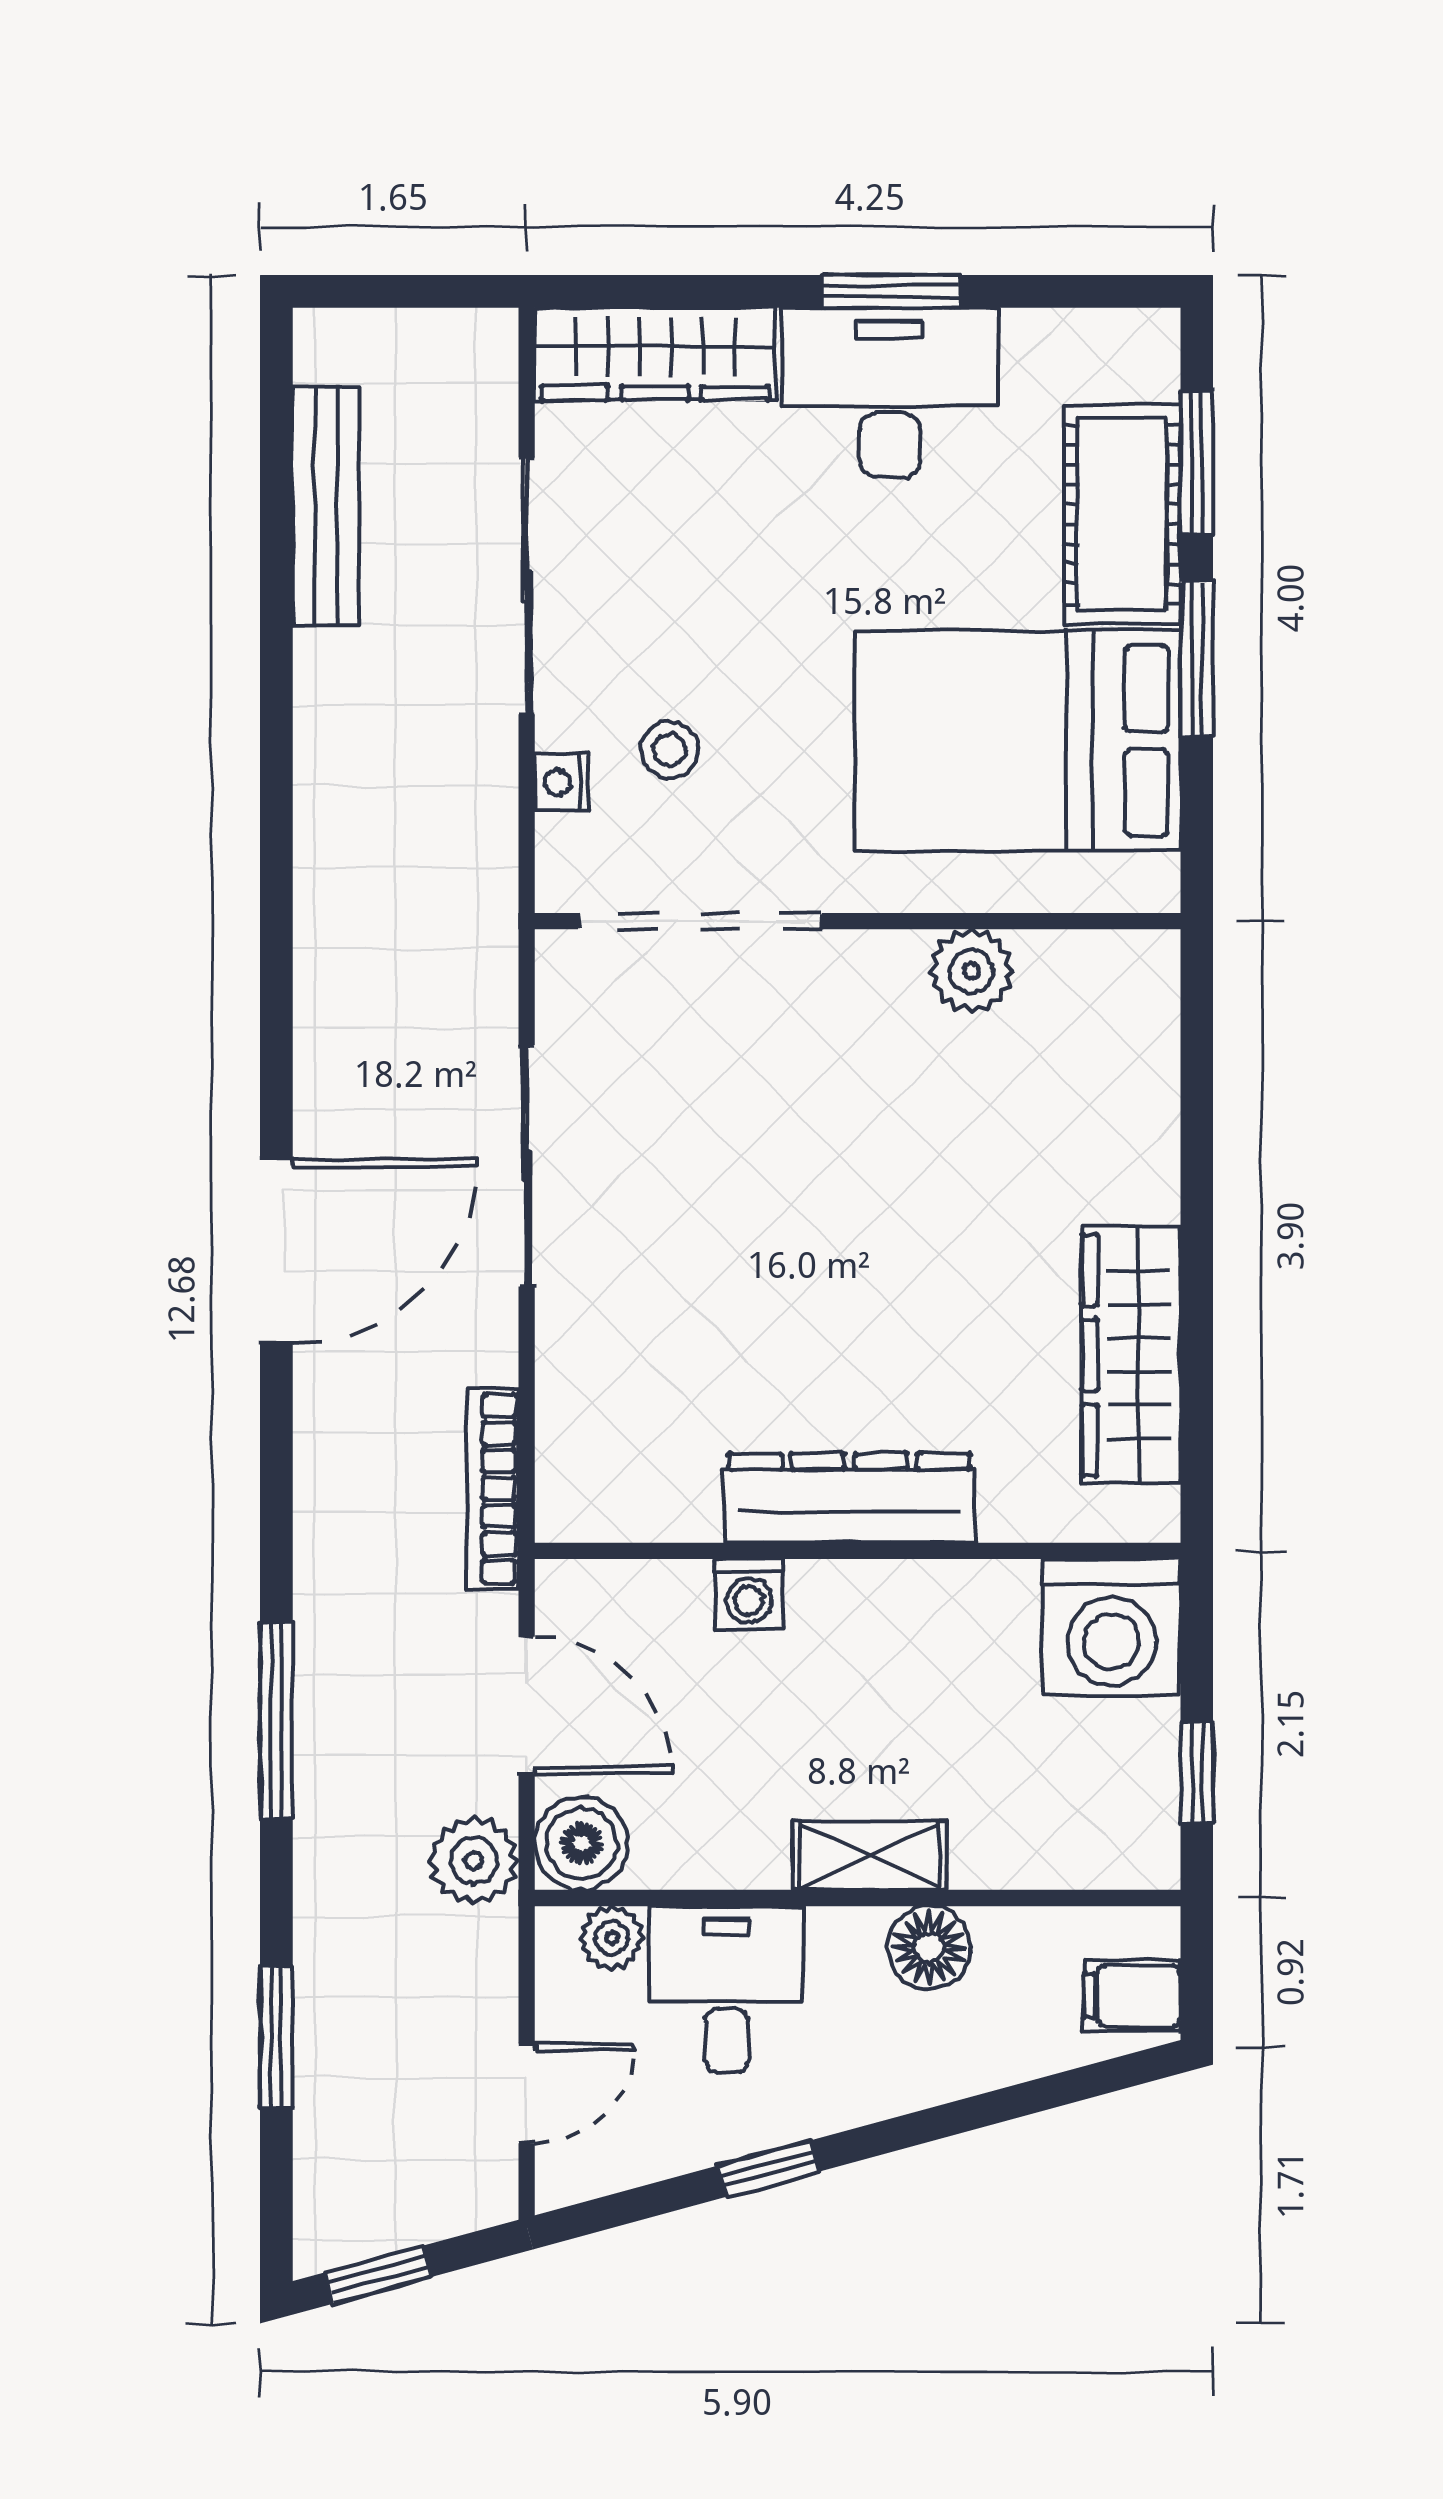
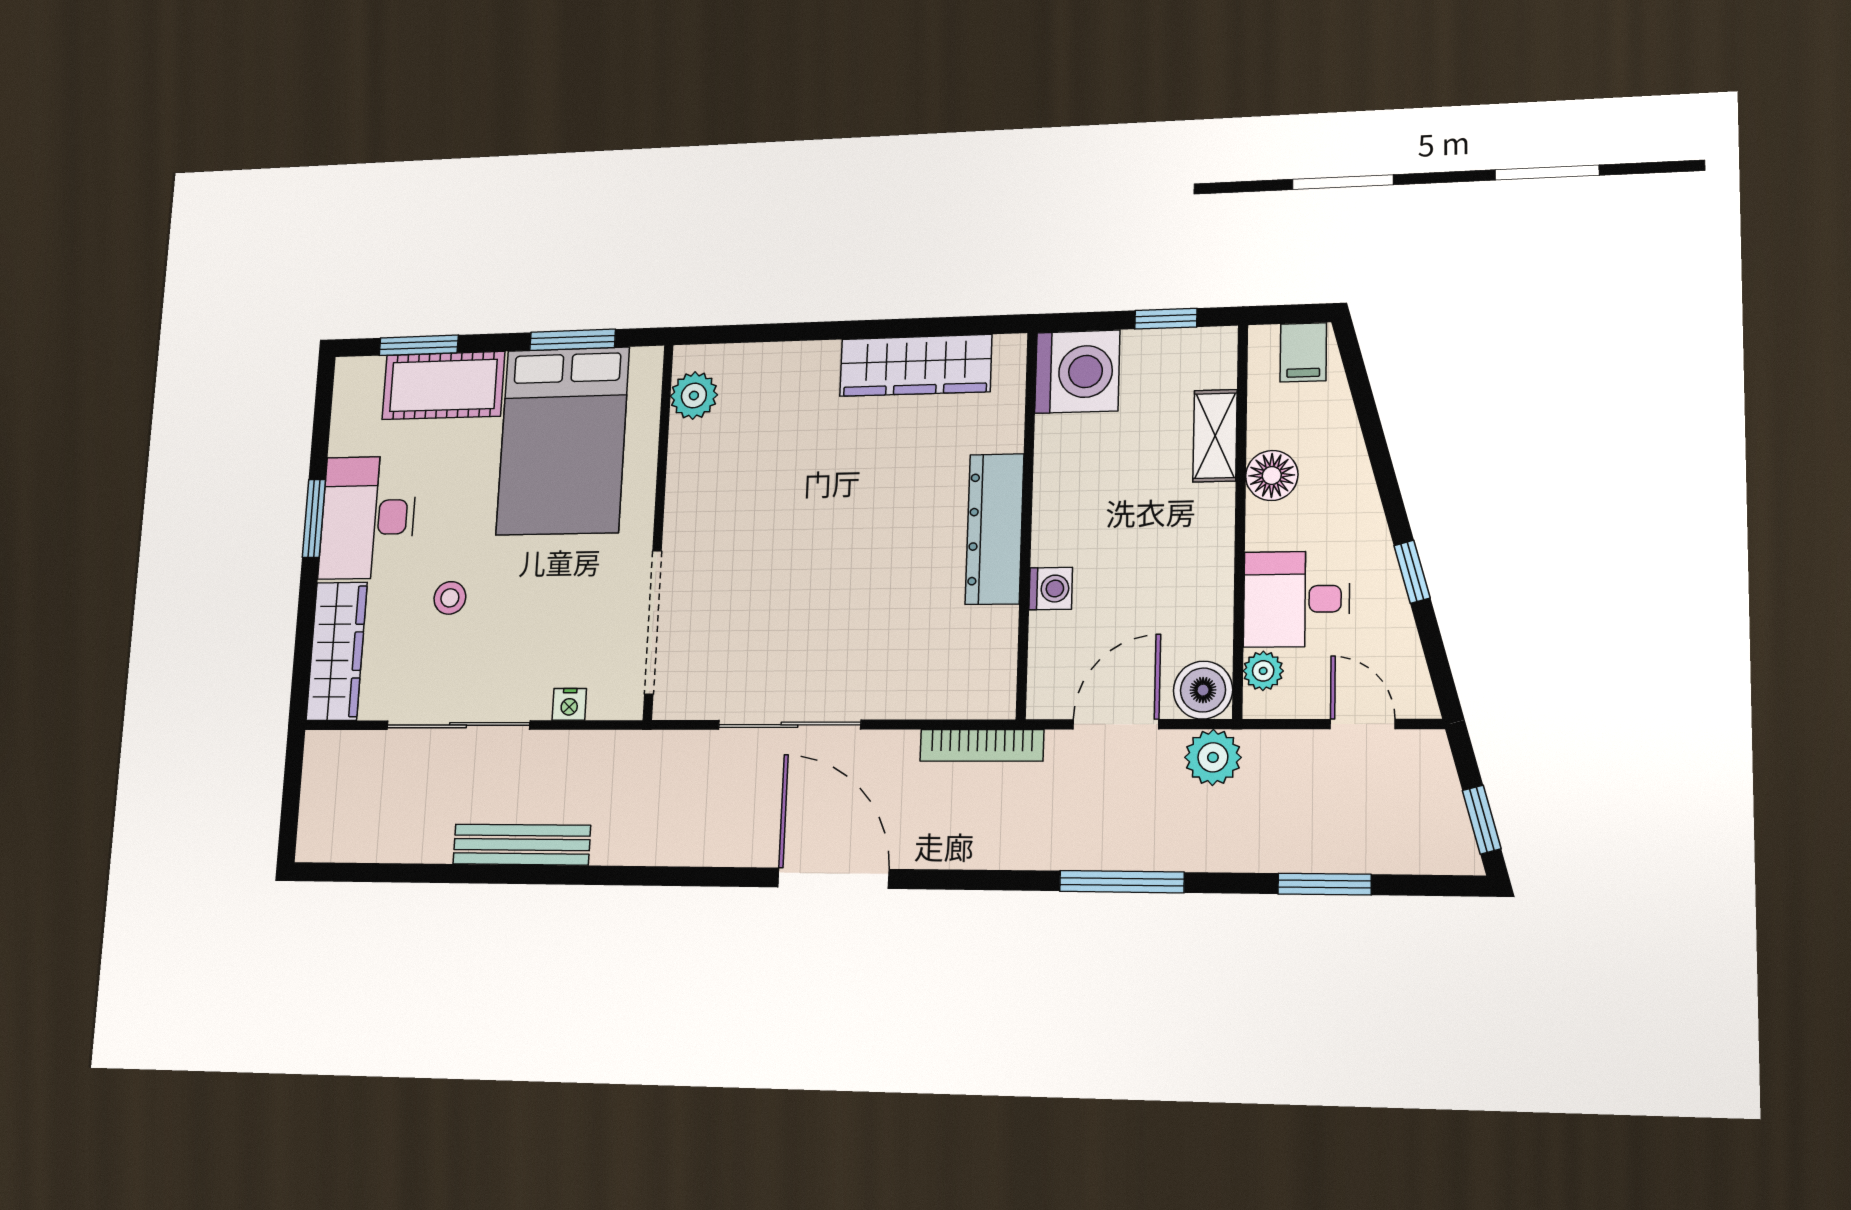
bench: (326, 506) -> (522, 845), moved
window: (1197, 659) -> (572, 340), moved
stool: (670, 750) -> (450, 598), moved
plant: (971, 971) -> (694, 396), moved
shelving: (870, 1856) -> (1215, 436), moved

